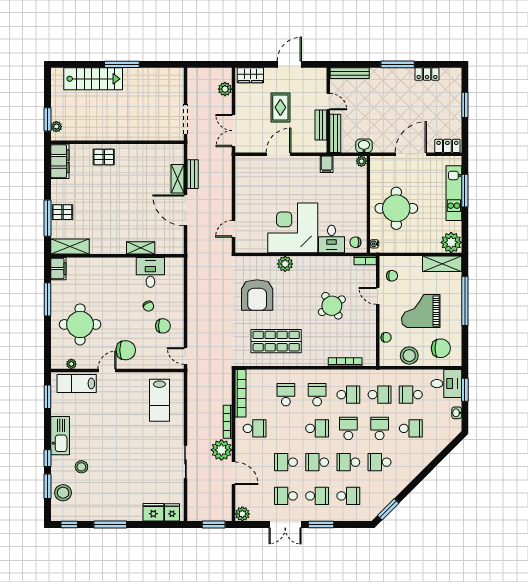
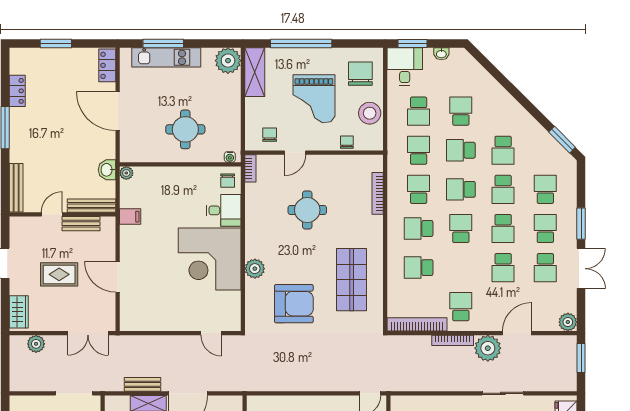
round table: (396, 208) -> (185, 129), width x0.73, depth x0.73
round table: (332, 306) -> (307, 210), turned 33

